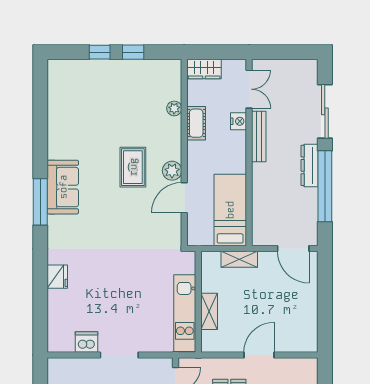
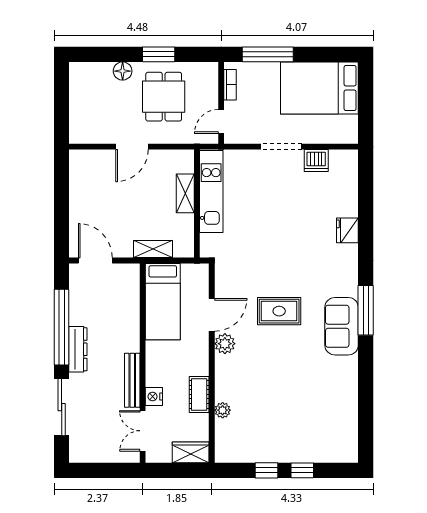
rug: (133, 167) -> (279, 311), moved, turned 90

